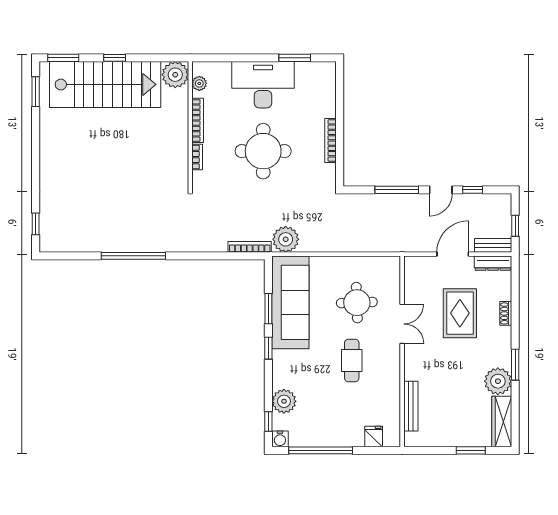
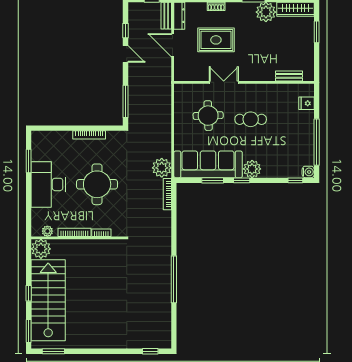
window: (397, 190) -> (125, 101), moved
plant: (284, 401) -> (252, 169), moved
bench: (411, 406) -> (289, 76), width x0.73

